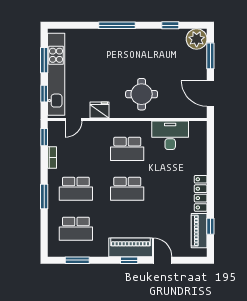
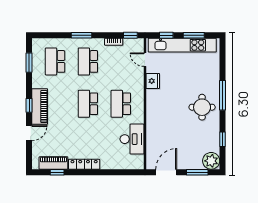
round table: (142, 94) -> (202, 107), moved

